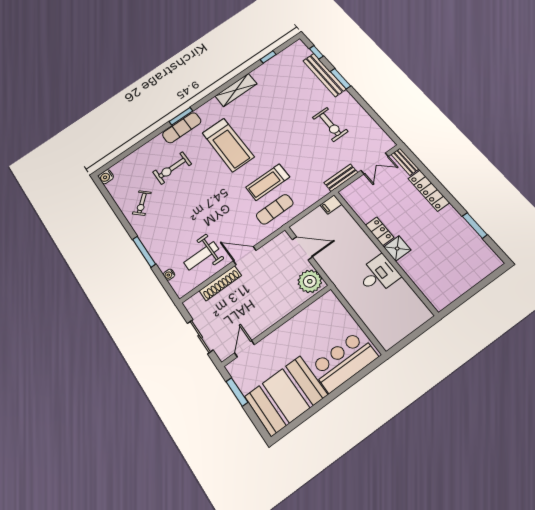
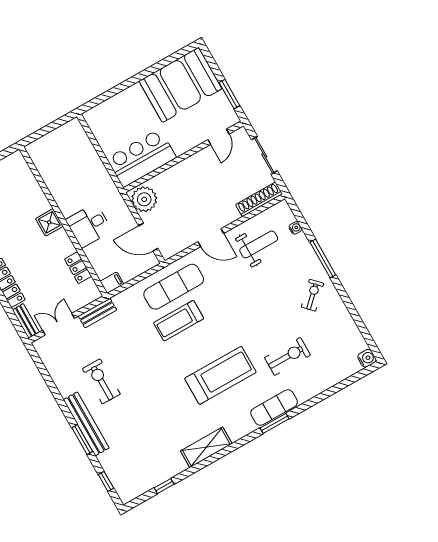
bench: (324, 75) -> (86, 424), moved
treadmill: (228, 145) -> (220, 375), turned 90
treadmill: (268, 182) -> (179, 321), turned 180
exercise bike: (142, 203) -> (313, 295), moved
exercise mat: (275, 209) -> (174, 287), width x1.36, depth x1.45
locker: (380, 231) -> (78, 268), moved
desk: (378, 275) -> (89, 225), moved
shoe rack: (220, 283) -> (259, 199), moved
bar counter: (344, 361) -> (142, 158), moved, turned 180

